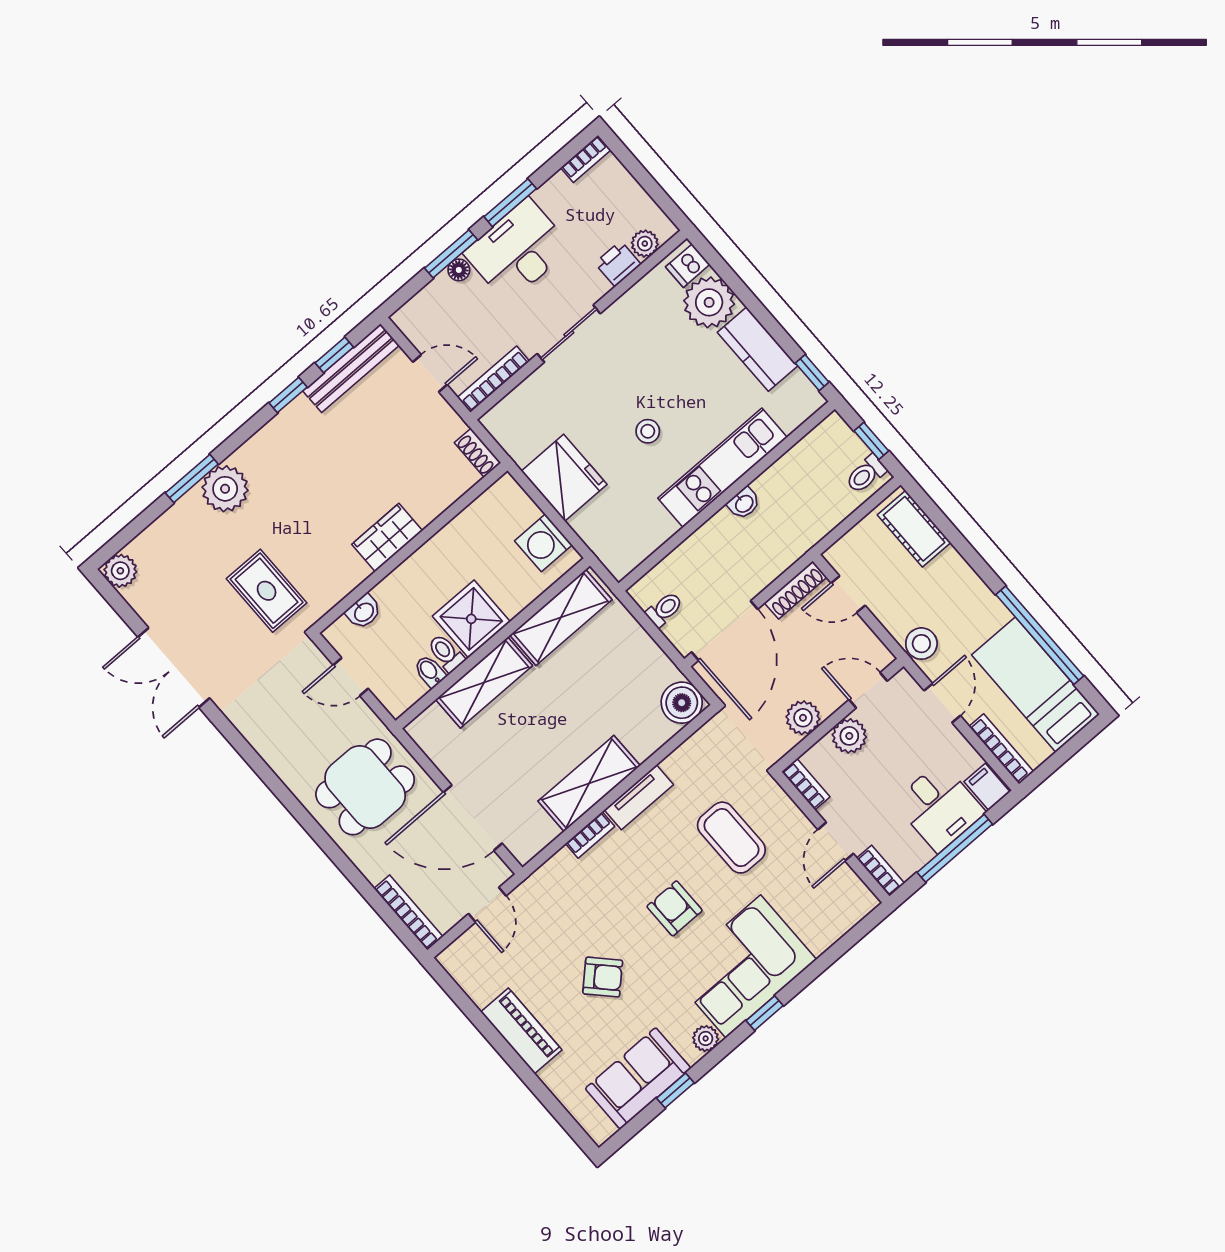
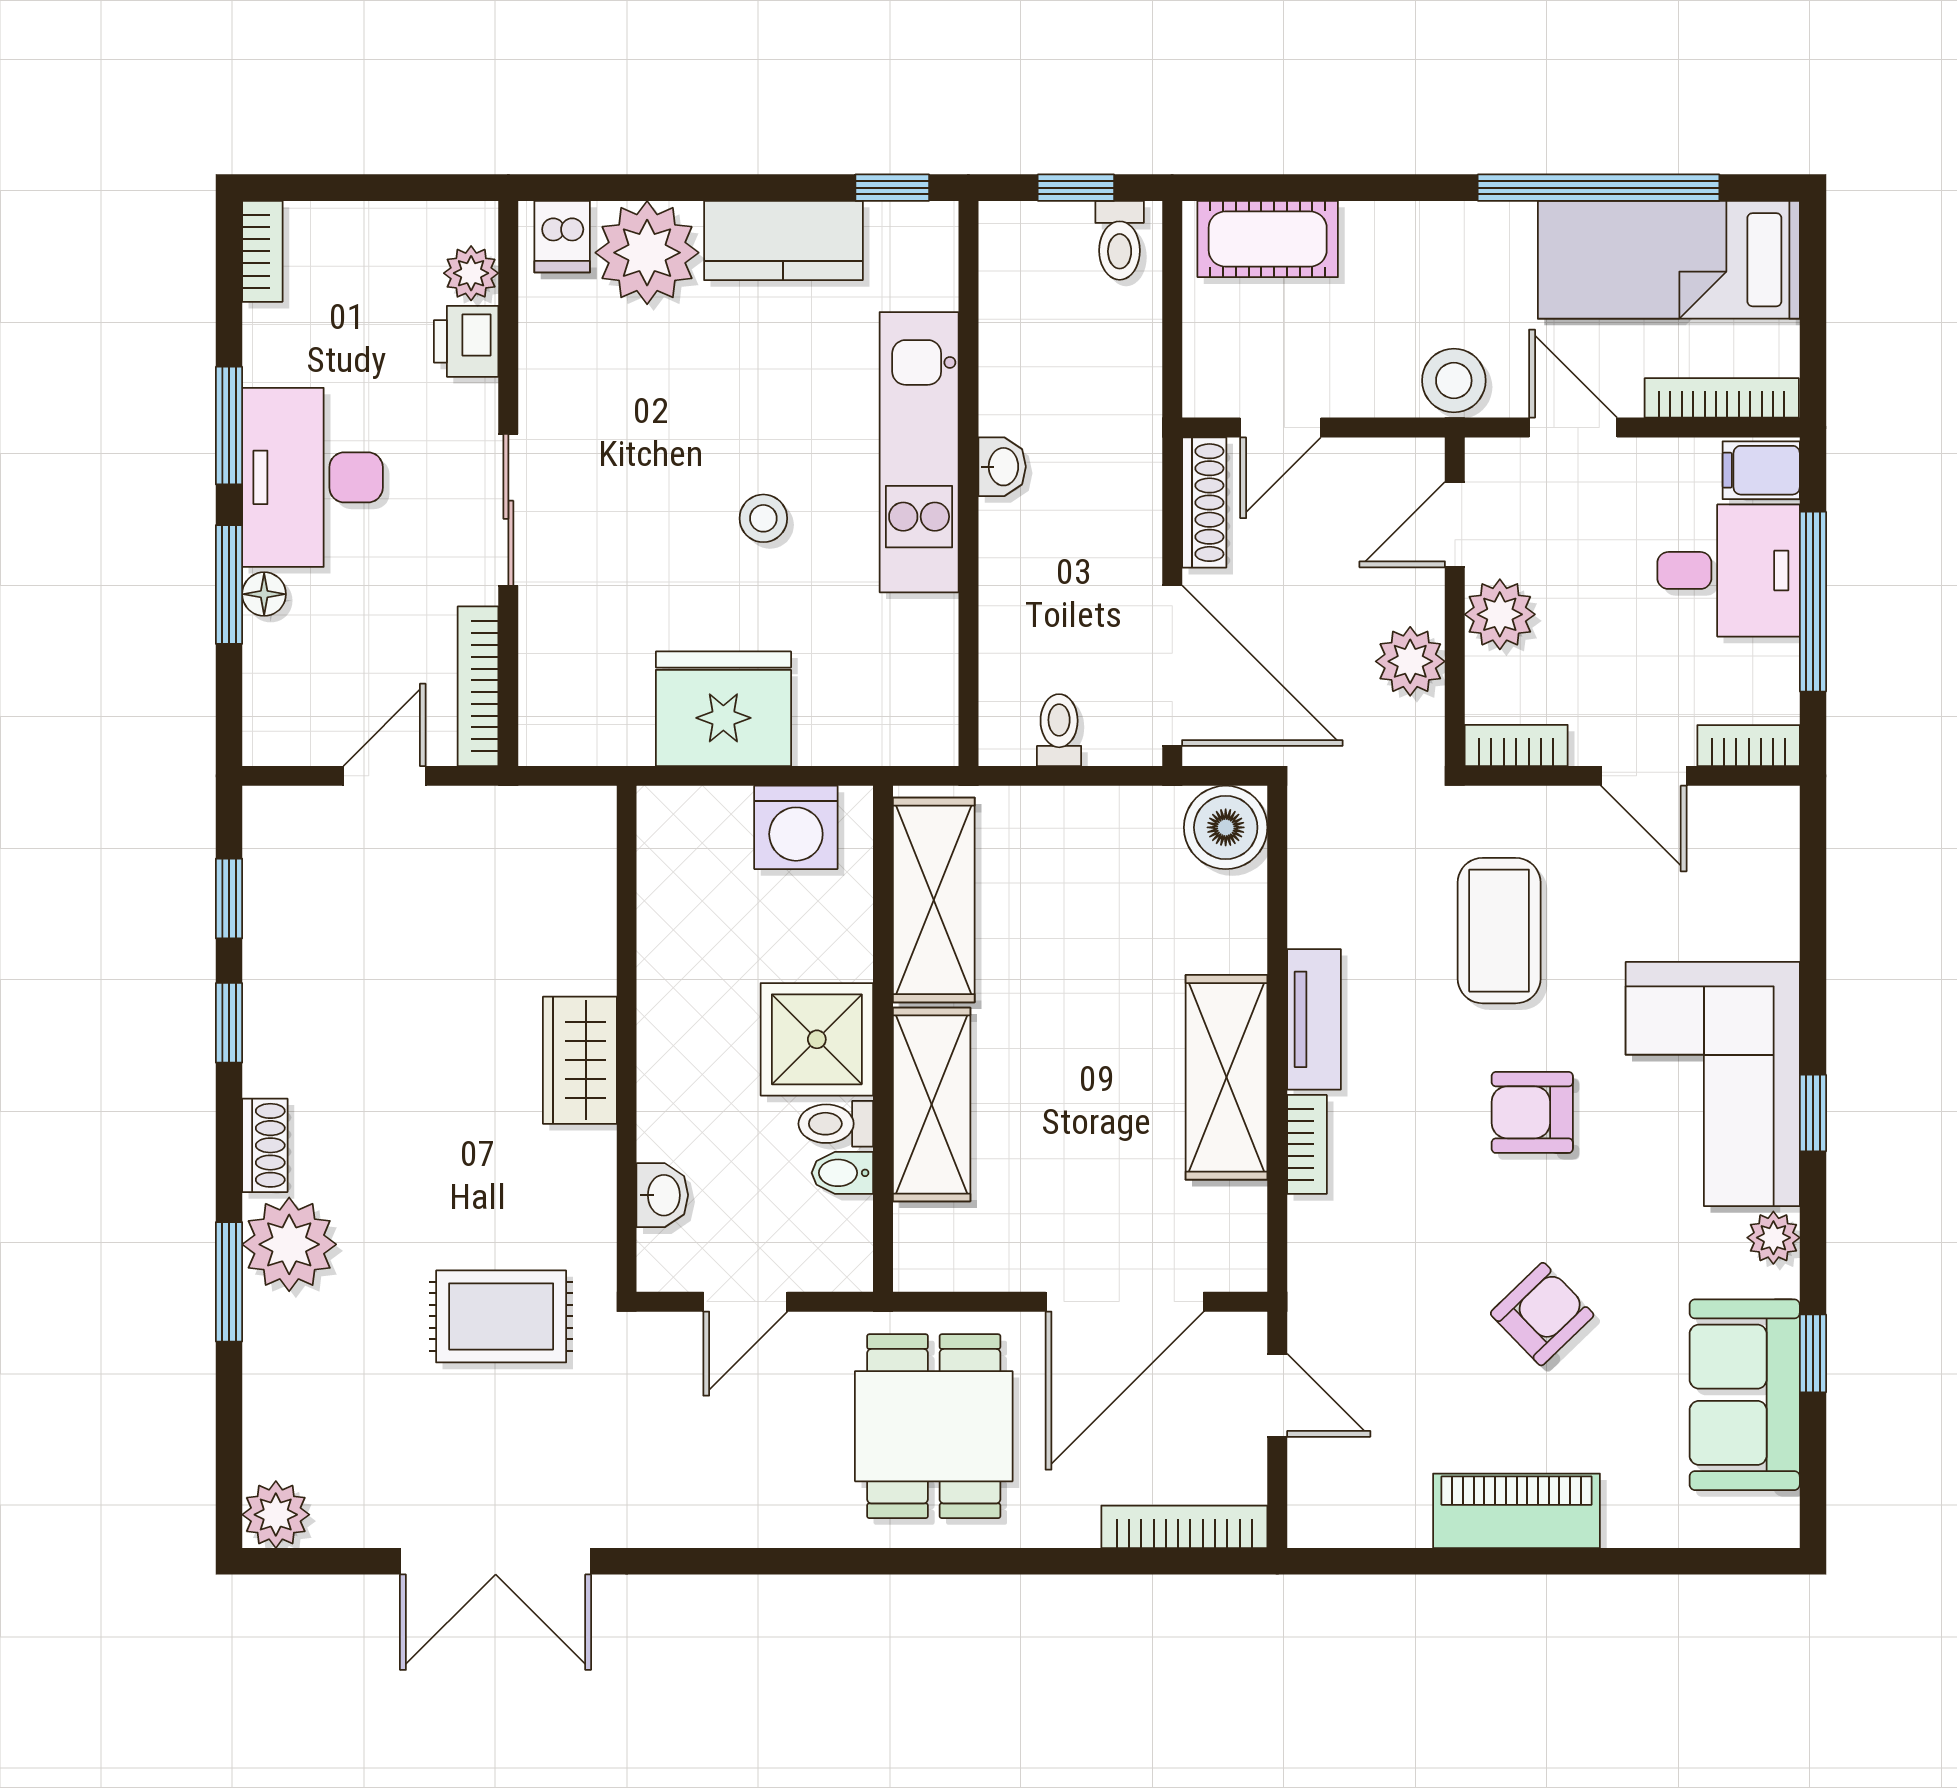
bench: (351, 368) -> (271, 890), removed
shoe rack: (478, 453) -> (265, 1145), moved, turned -90
coffee table: (731, 838) -> (1499, 931), turned 90

